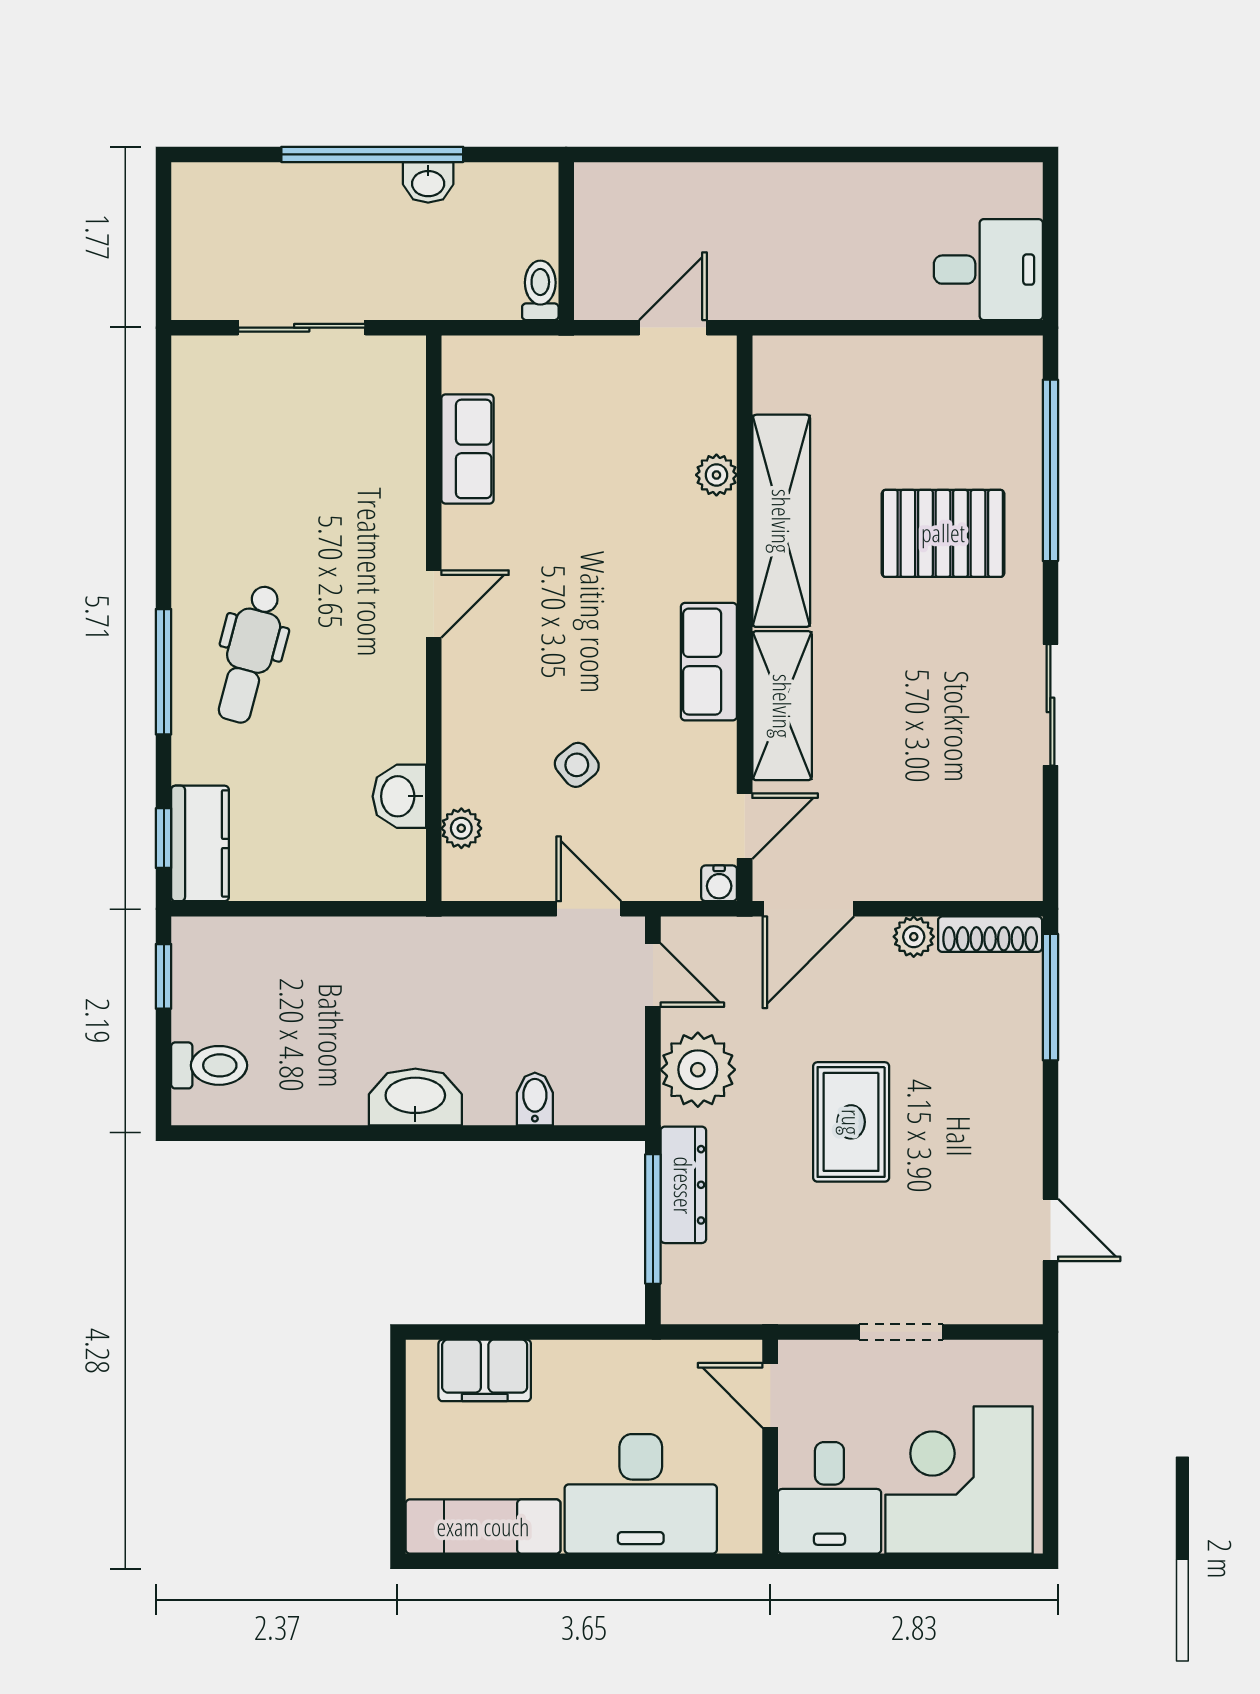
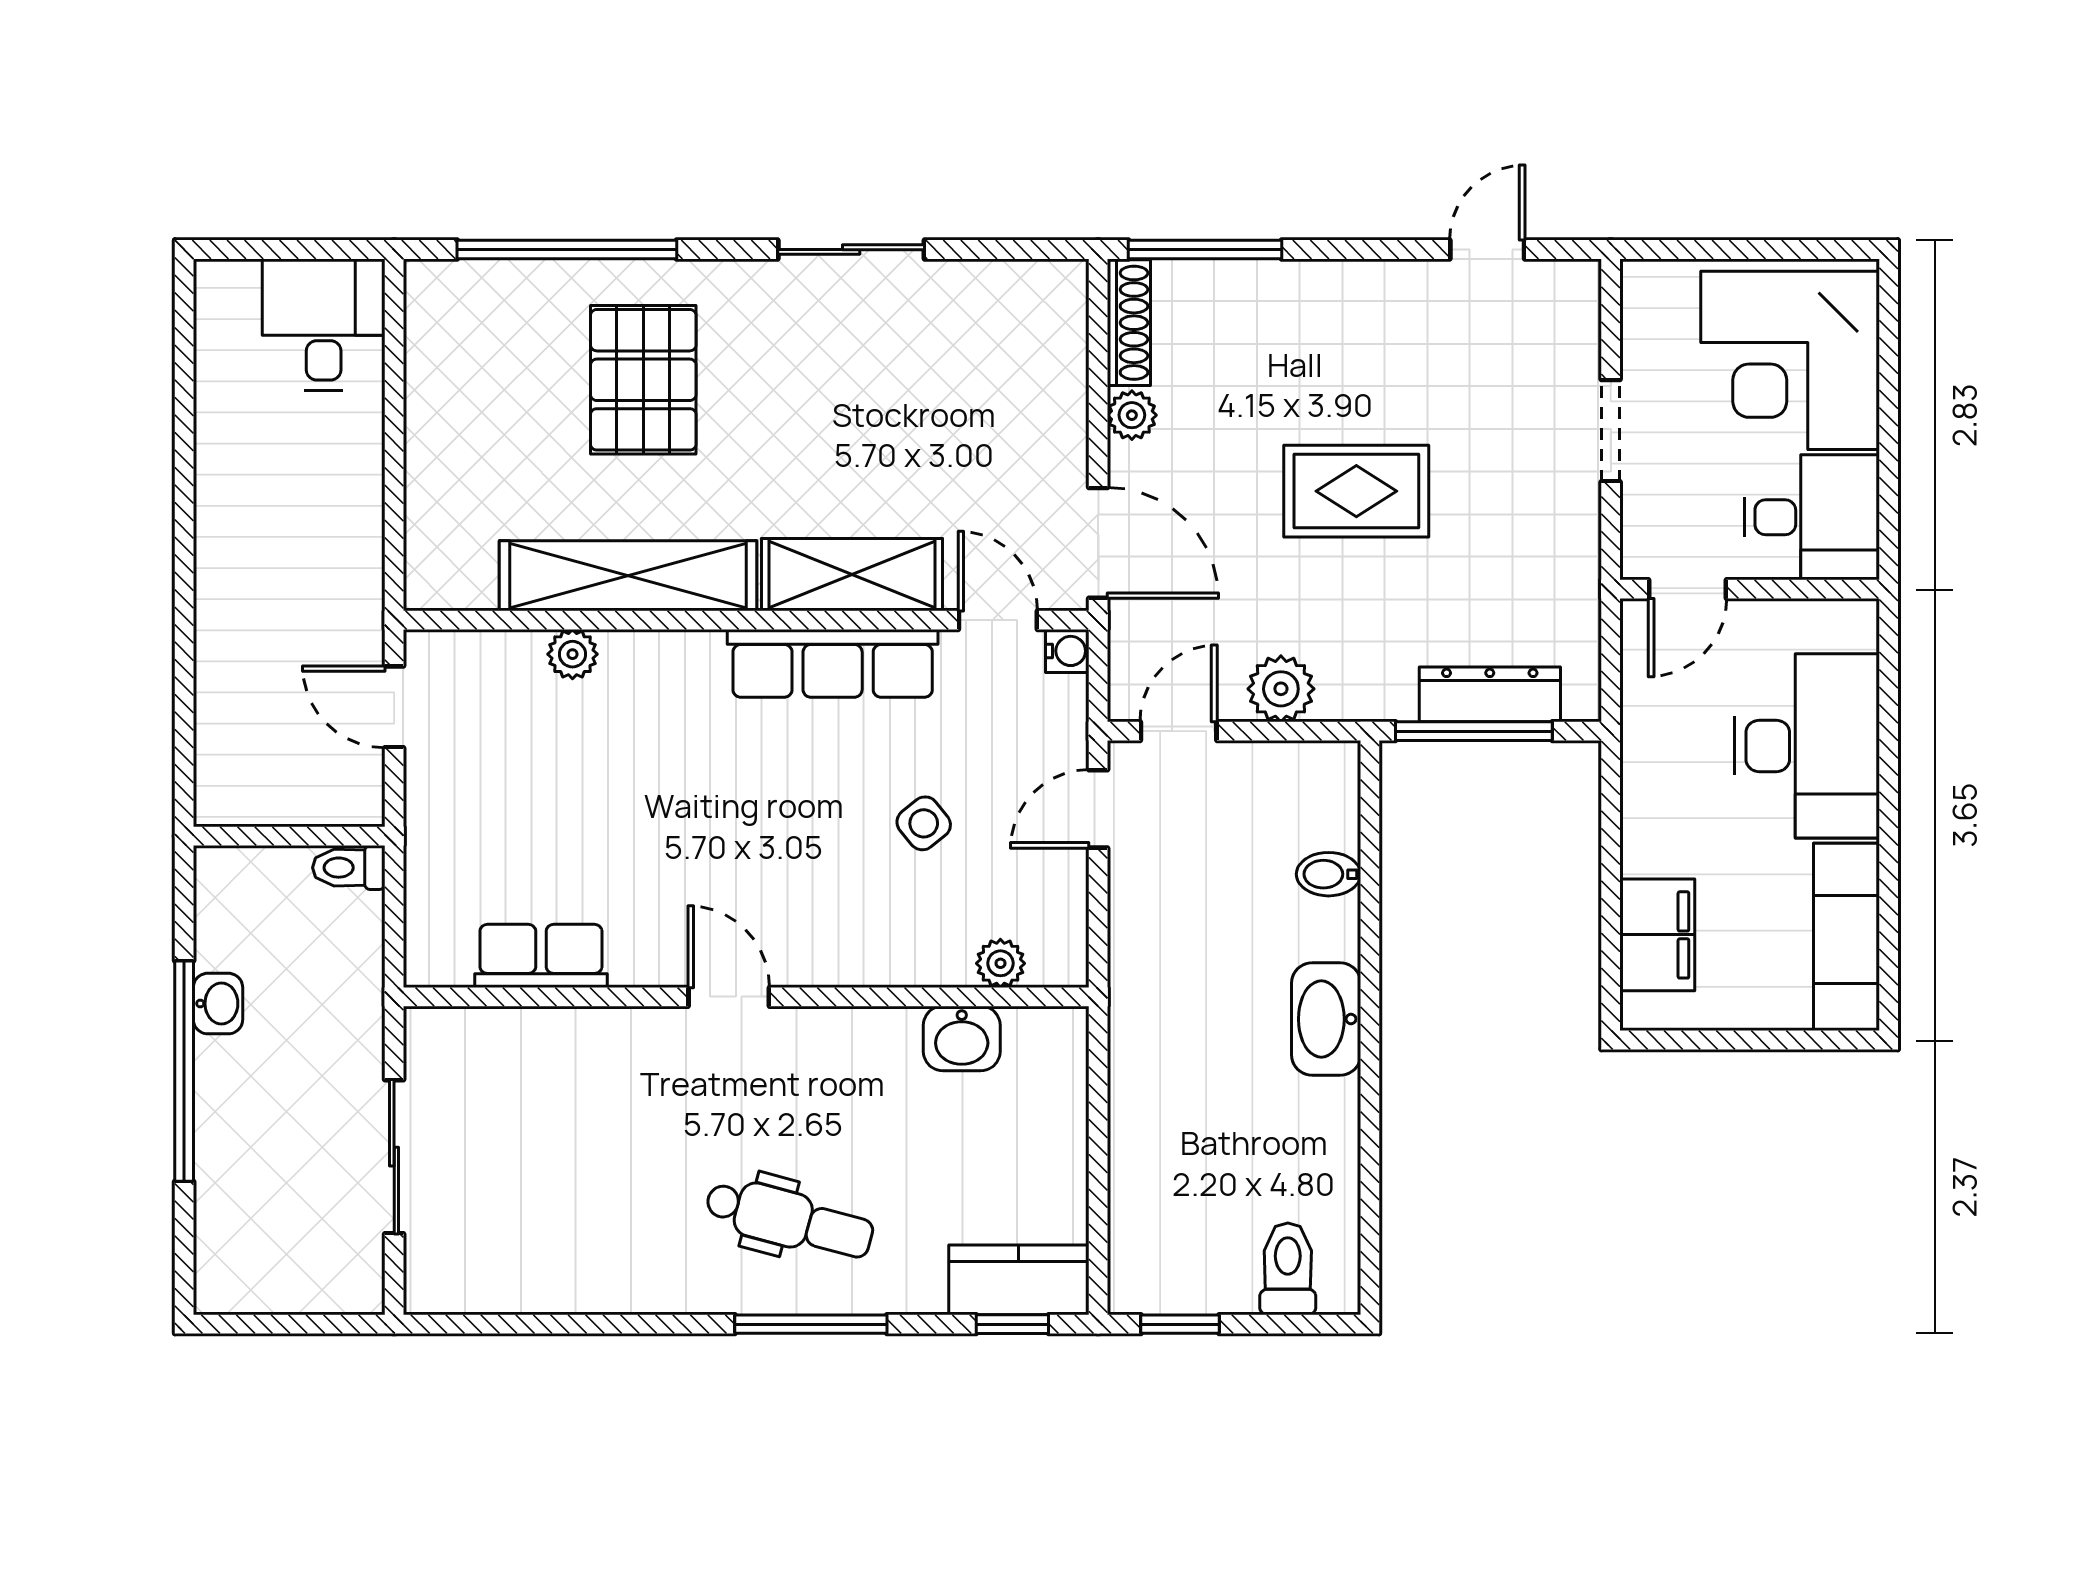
row of seats: (709, 662) -> (833, 663), width x1.48
plant: (698, 1070) -> (1281, 689), width x0.73, depth x0.73
dresser: (683, 1185) -> (1490, 694), moved

